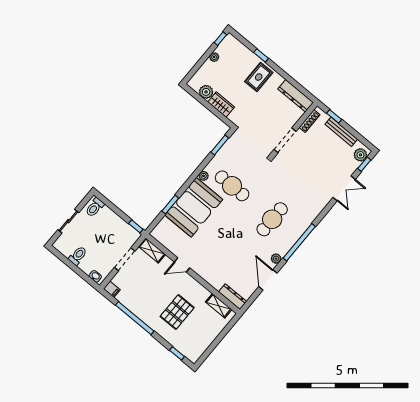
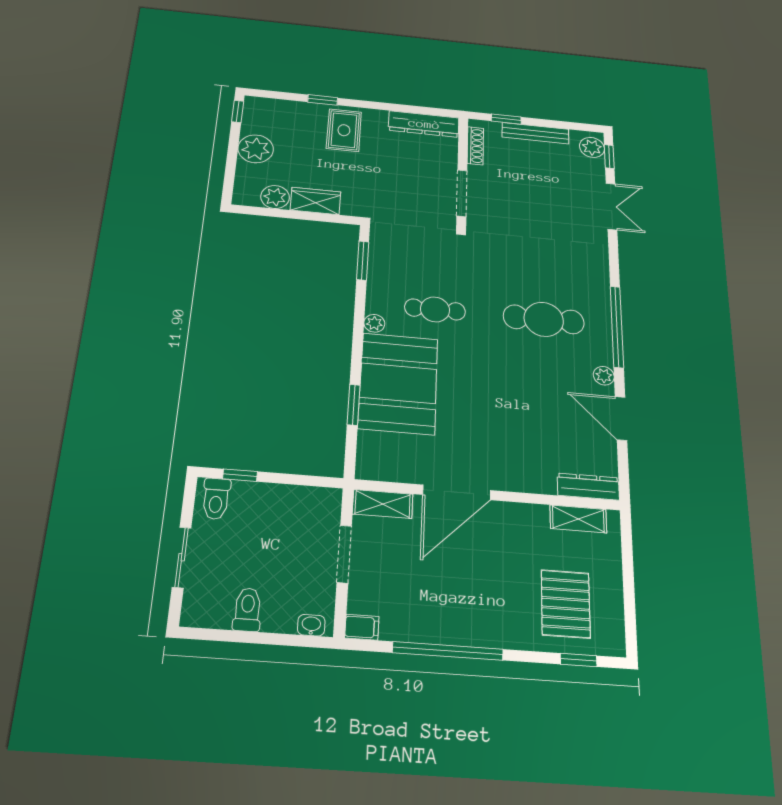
plant: (214, 57) -> (256, 149), width x1.88, depth x1.88
cafe table: (232, 186) -> (435, 309), width x0.73, depth x0.74
cafe table: (272, 219) -> (544, 319), turned 90
window: (136, 226) -> (240, 475), moved
door: (182, 265) -> (457, 492), width x1.87
pallet: (177, 312) -> (566, 604), moved

